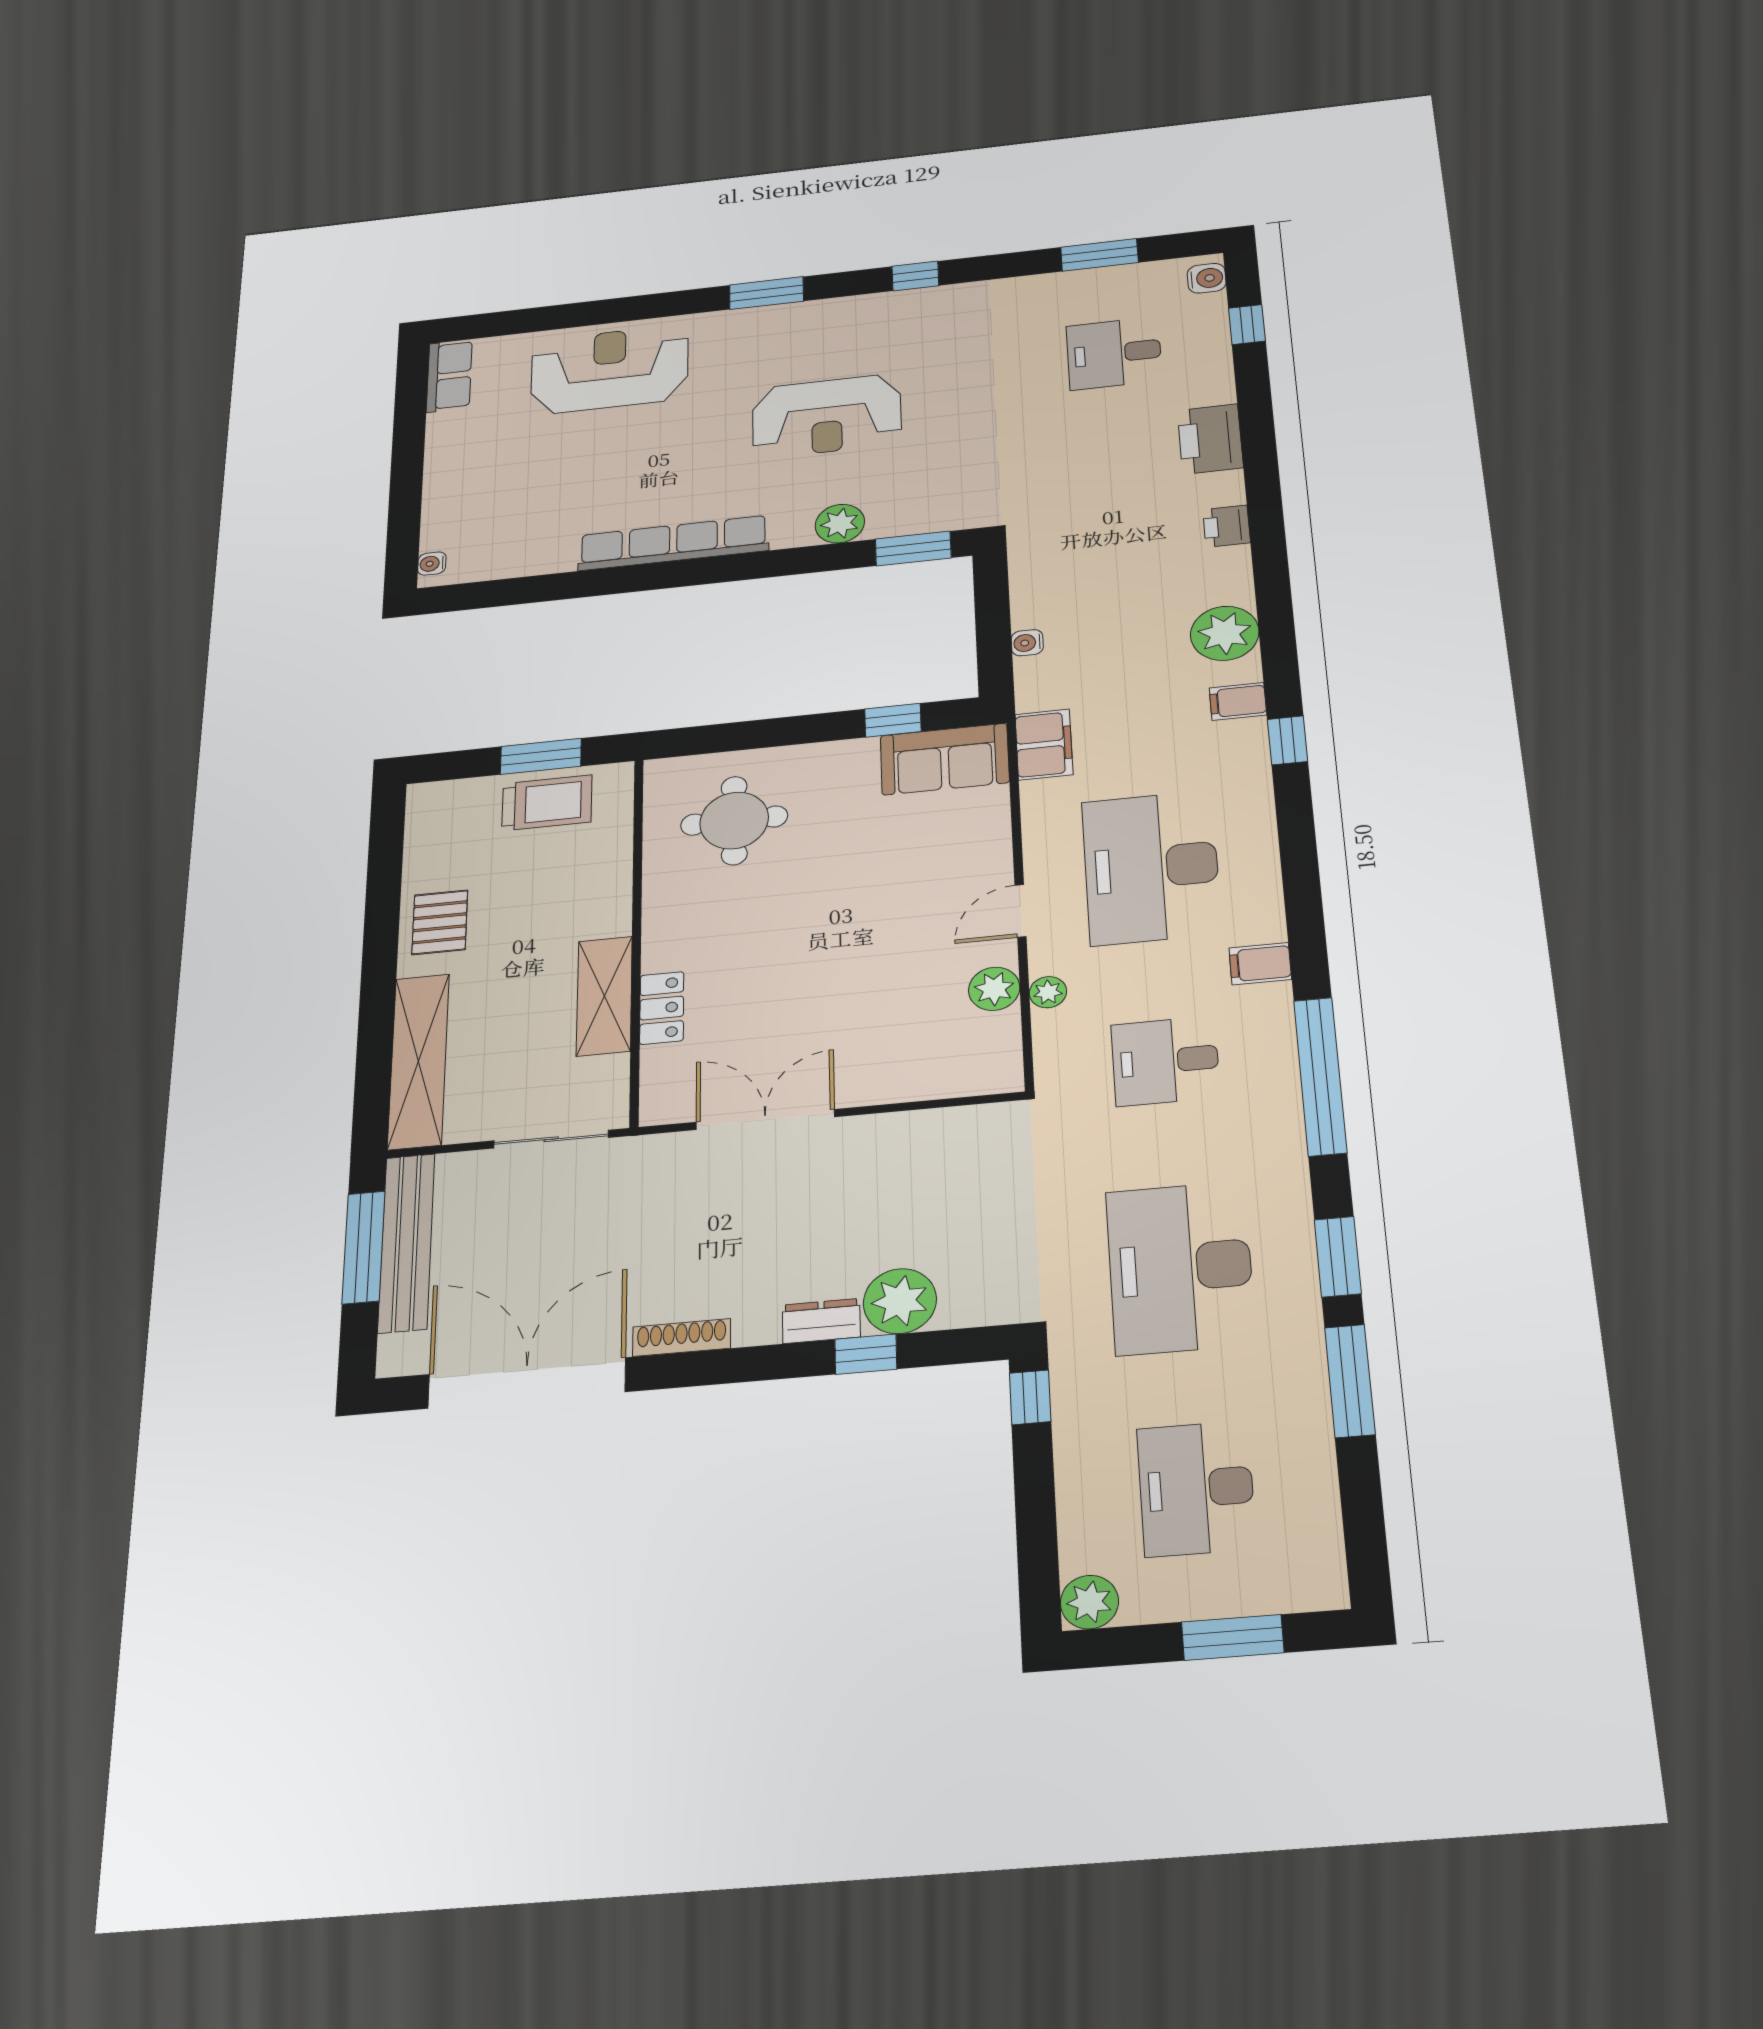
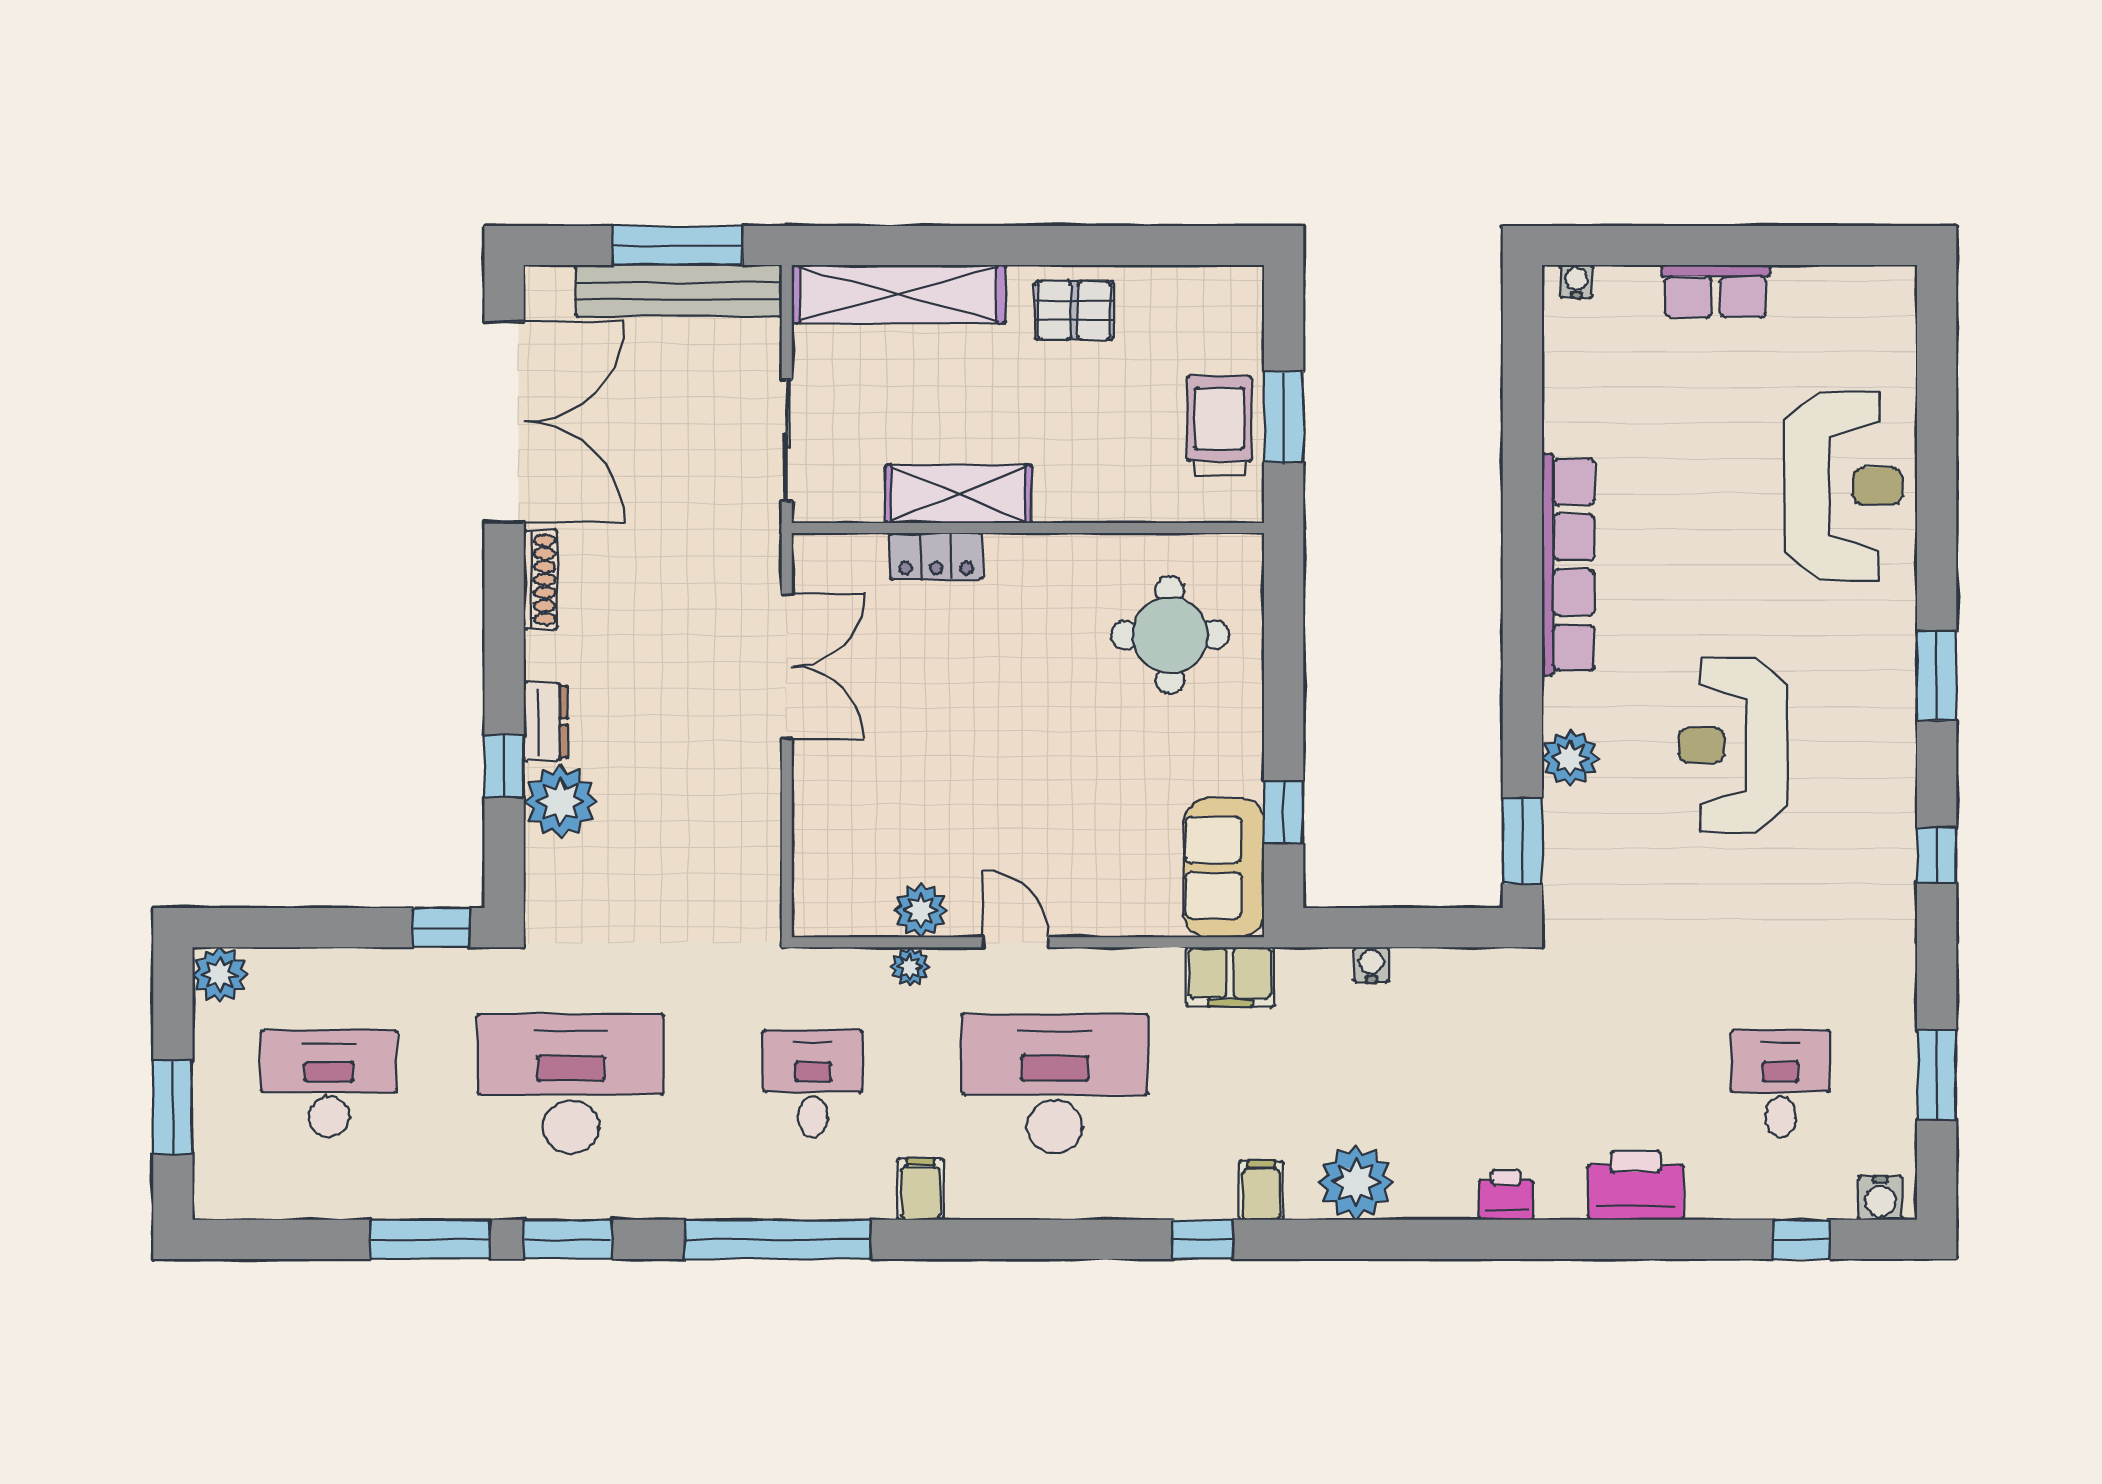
row of seats: (449, 376) -> (1716, 291), moved
trolley: (547, 803) -> (1219, 426), turned 180

